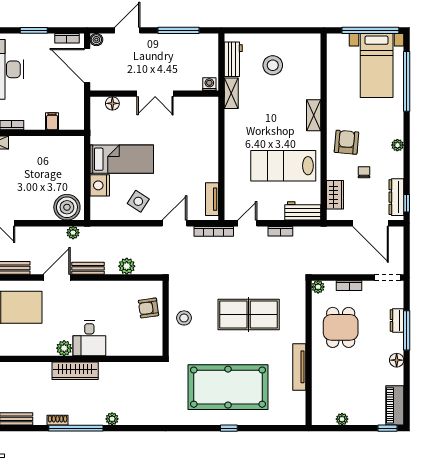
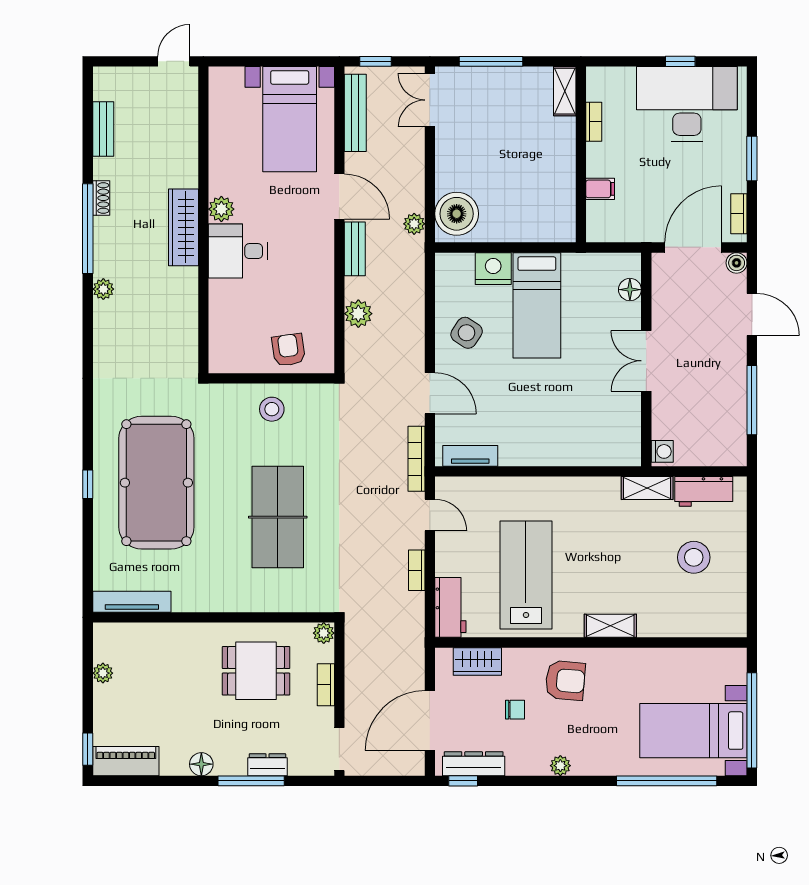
tv unit: (299, 367) -> (132, 602), moved

